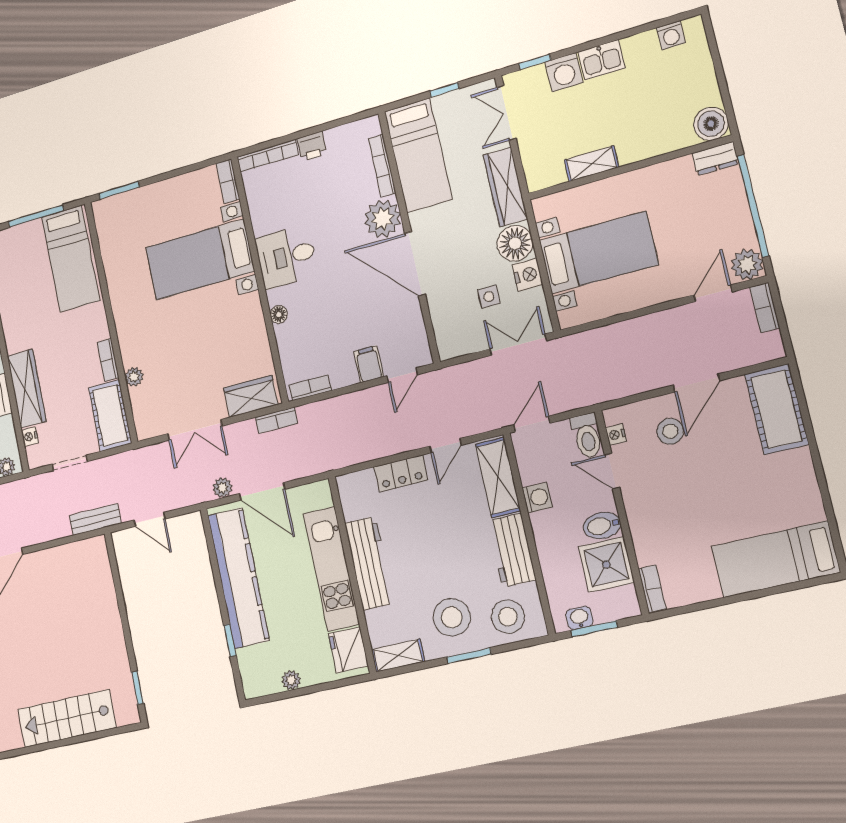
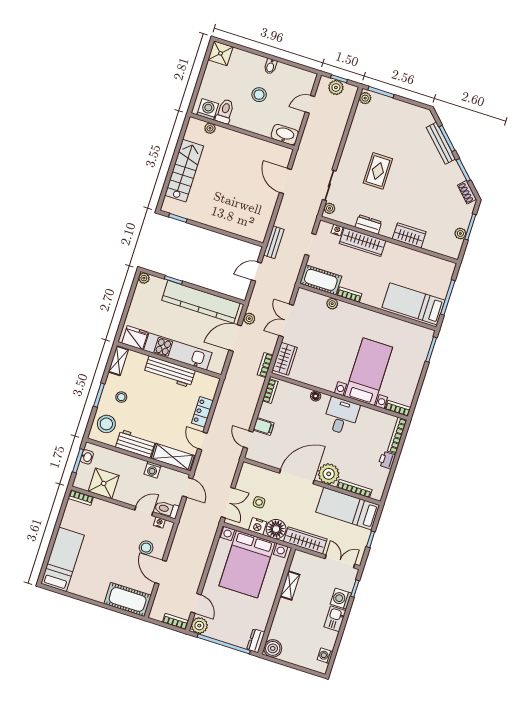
bed with nightstands: (598, 252) -> (247, 564), width x1.36
bidet: (602, 526) -> (122, 492), removed
stool: (452, 617) -> (121, 397), width x0.53, depth x0.53
plant: (291, 680) -> (144, 278), moved

